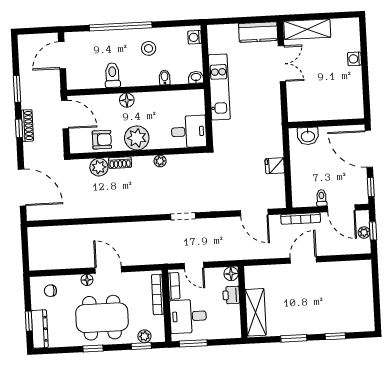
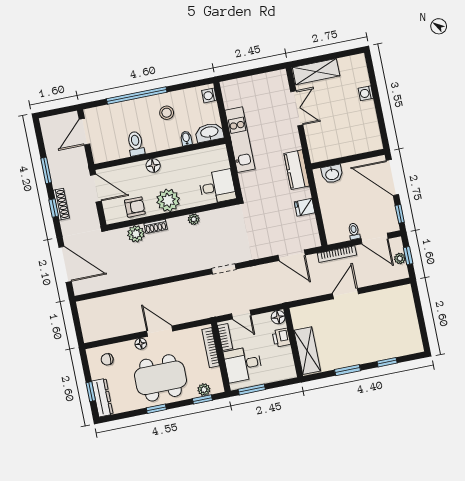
kitchen counter: (258, 32) -> (297, 170), moved, turned 90
washbasin: (196, 77) -> (209, 132), width x1.91, depth x1.45

